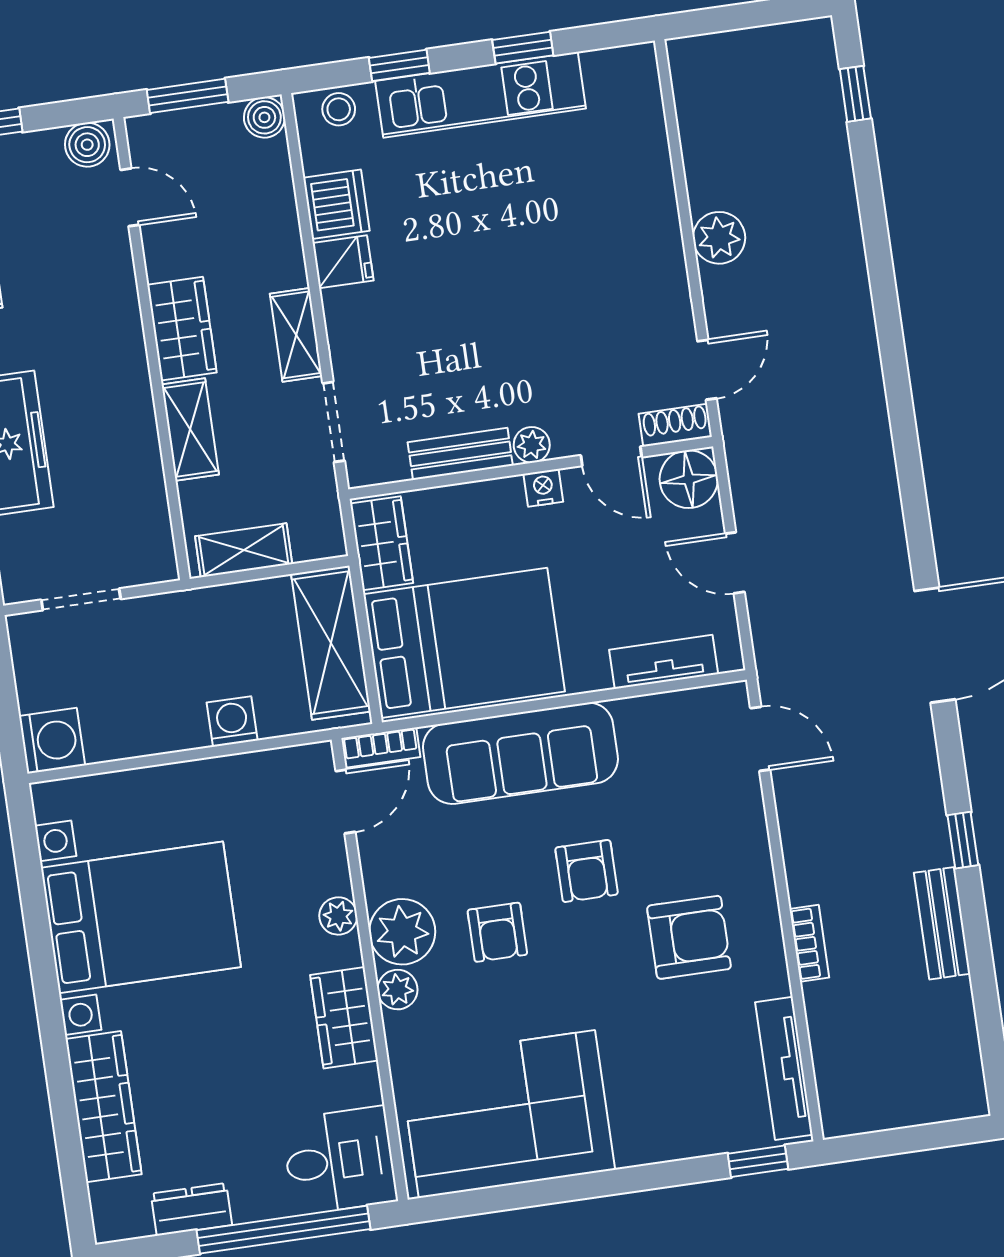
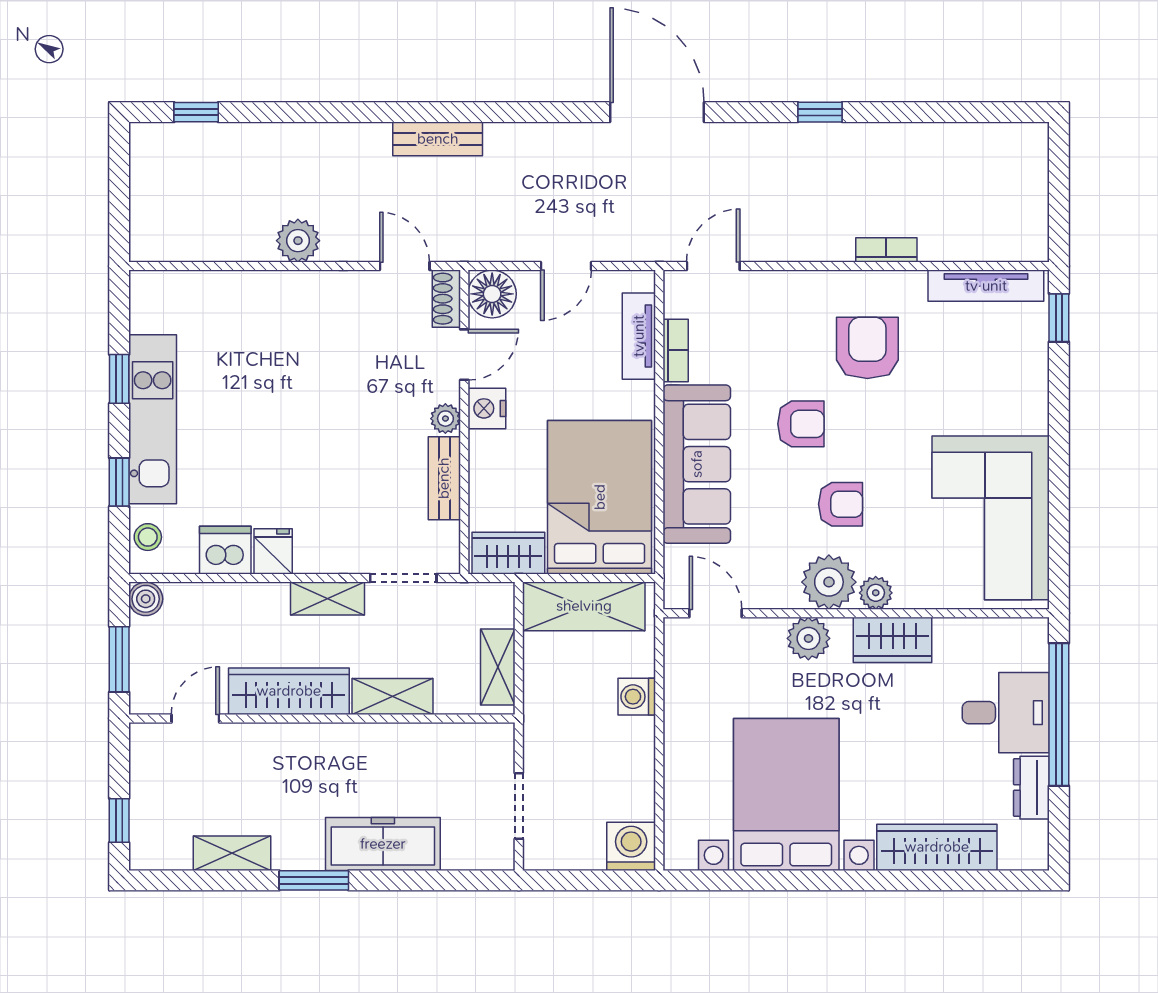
boiler: (87, 145) -> (147, 747), removed
wardrobe: (182, 329) -> (289, 691), width x1.50
nightstand: (543, 488) -> (487, 408), width x1.39, depth x1.35
bookcase: (381, 748) -> (676, 350), moved
plant: (338, 916) -> (808, 638), width x1.38, depth x1.38
bench: (942, 923) -> (438, 139), moved
desk: (339, 1160) -> (1006, 713), moved, turned 90

